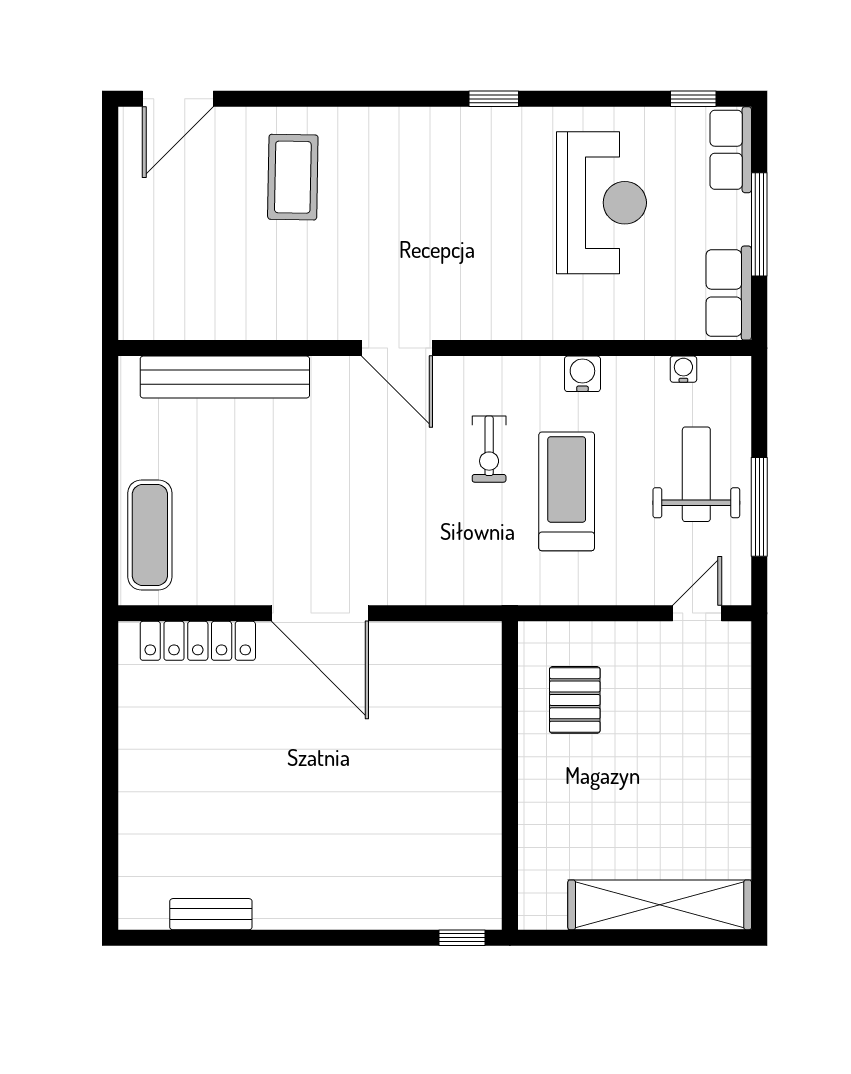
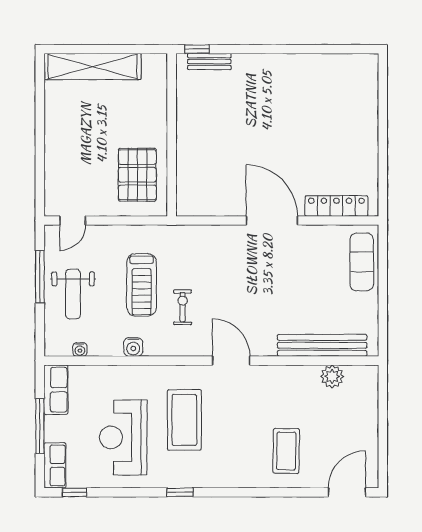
coffee table: (486, 236) -> (184, 420), added
plant: (206, 318) -> (332, 376), added
pallet: (575, 700) -> (137, 175), width x1.50, depth x1.42
bench: (211, 914) -> (209, 62), moved

